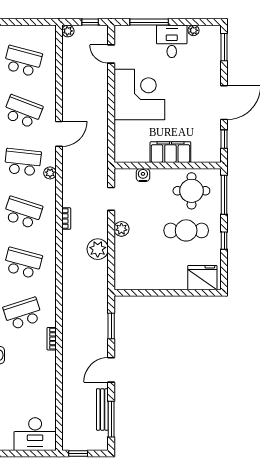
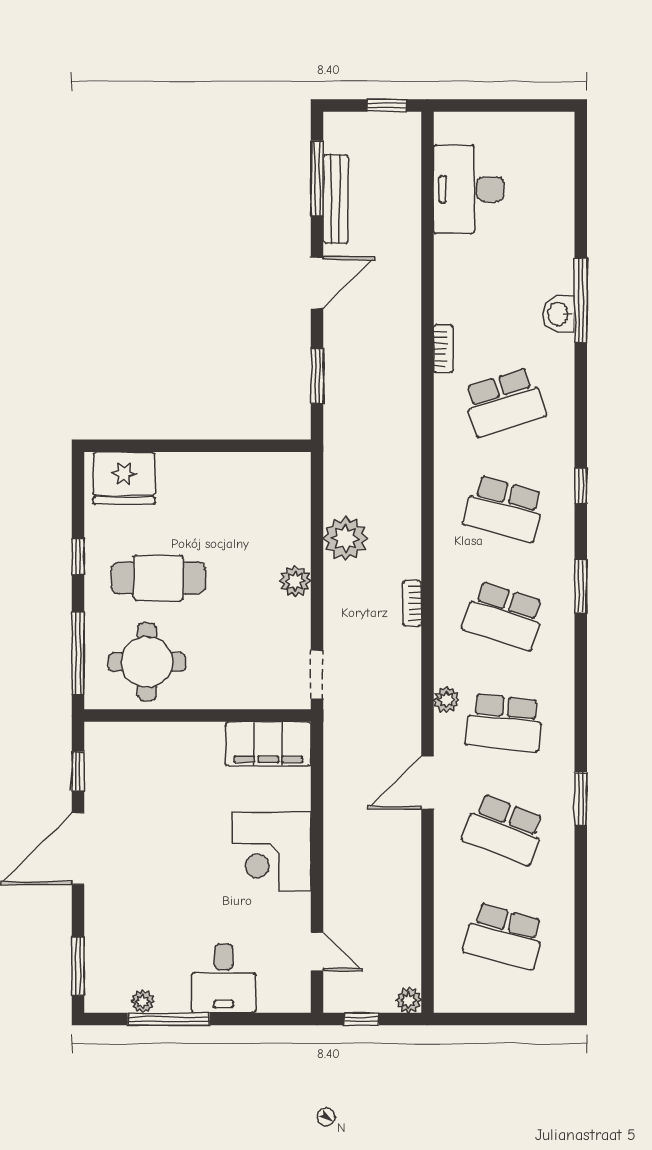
window: (149, 22) -> (169, 1019), moved
desk: (172, 41) -> (224, 978), moved
corner desk: (139, 94) -> (272, 852), width x0.74, depth x0.74
filing cabinet: (170, 152) -> (268, 744), moved
water cooler: (143, 175) -> (250, 695), removed
doorway: (111, 199) -> (317, 675), moved
desk: (35, 434) -> (469, 189), moved, turned -90

